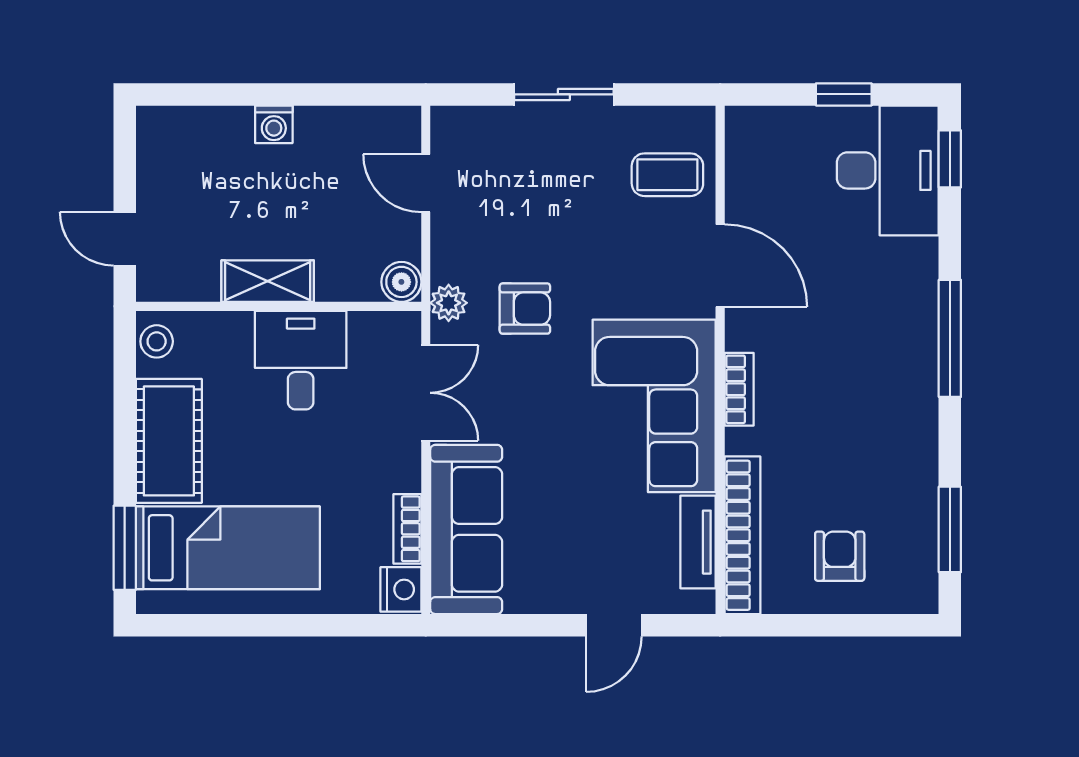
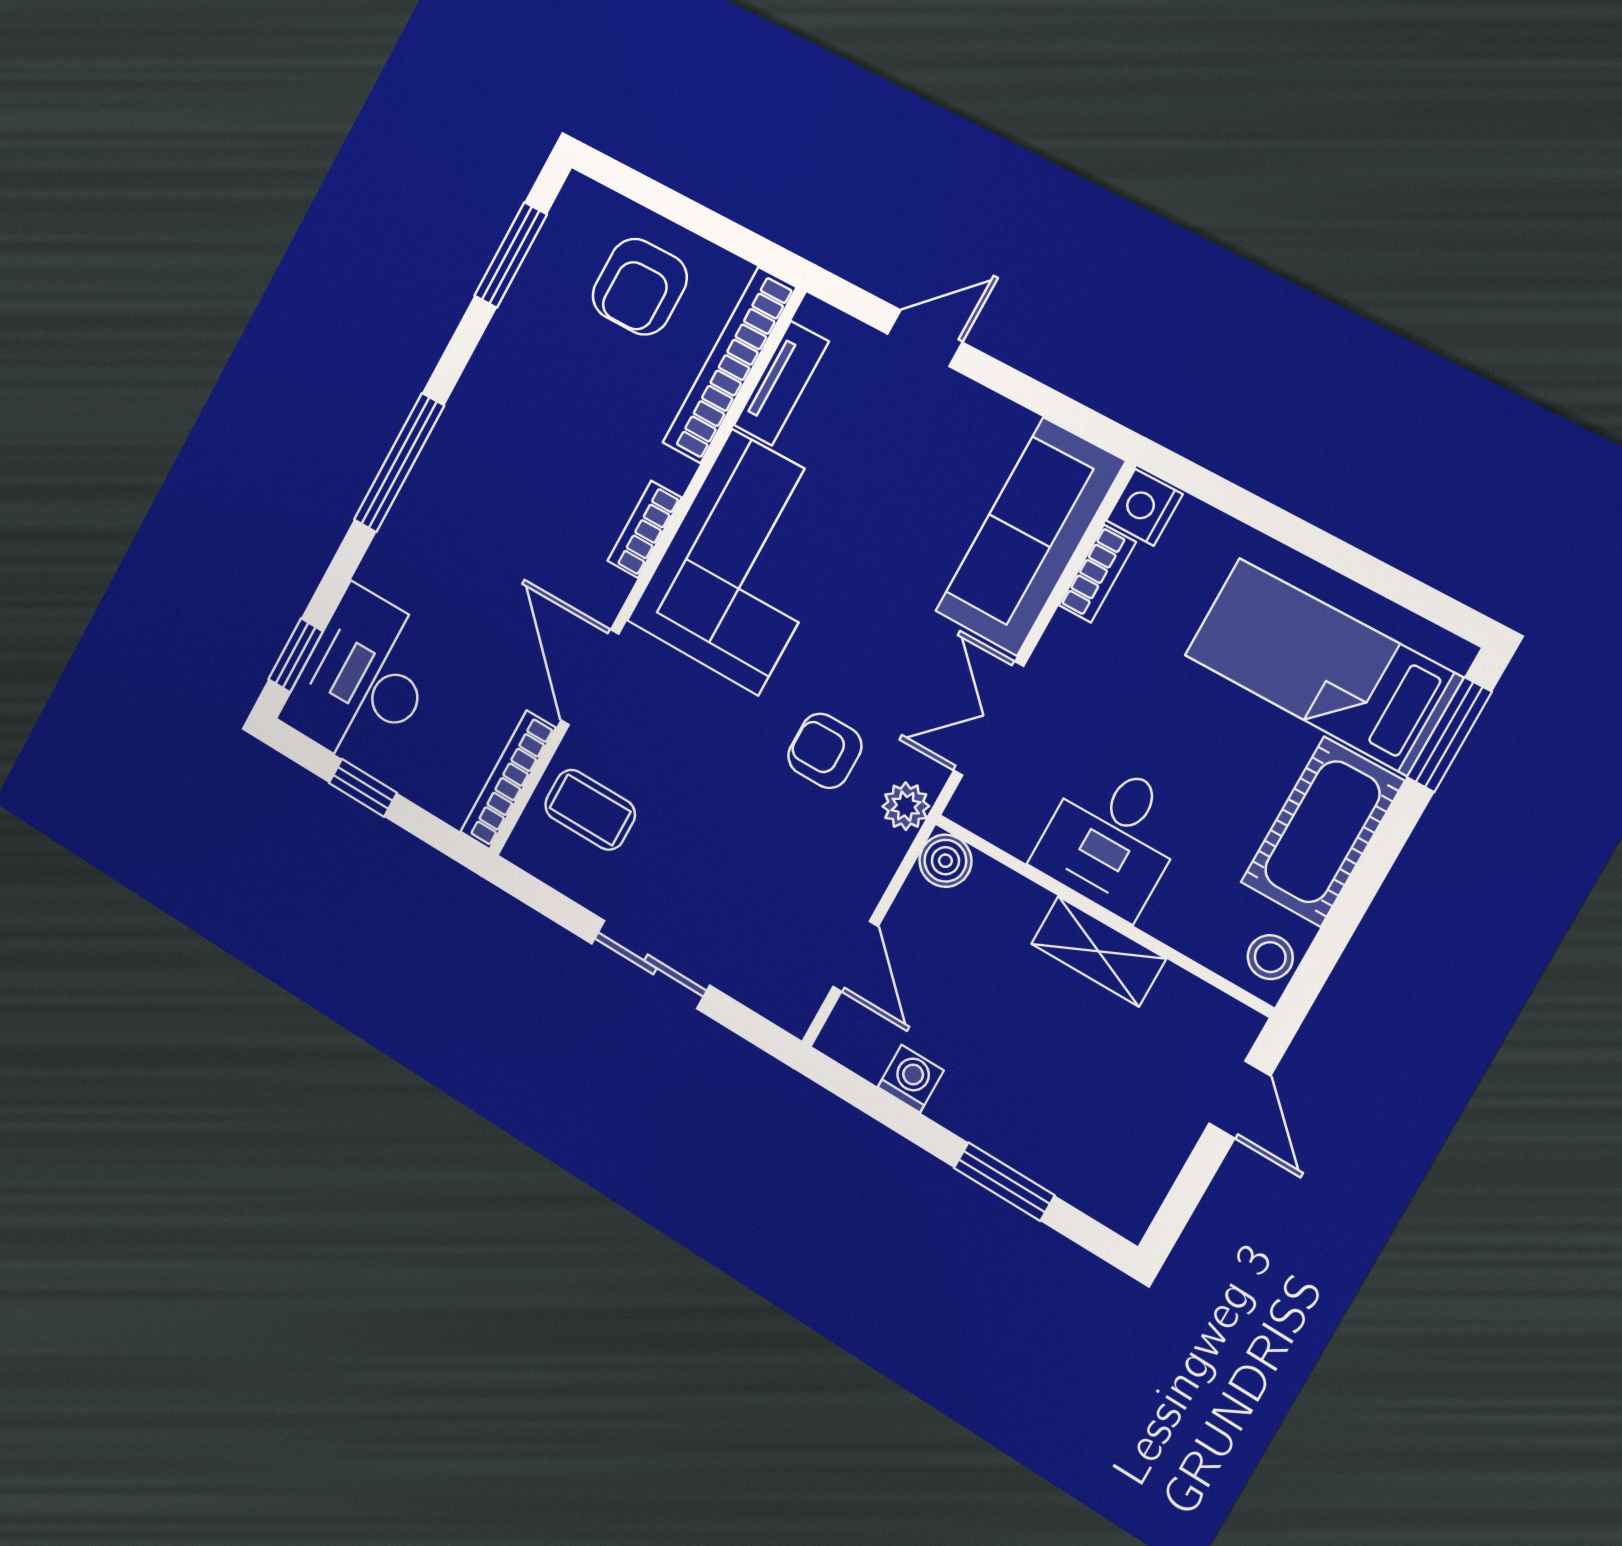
window: (244, 94) -> (1004, 1182), added
washing machine: (274, 124) -> (911, 1079), moved
bookcase: (739, 161) -> (508, 780), added
armchair: (840, 556) -> (640, 287), width x1.38, depth x1.38

